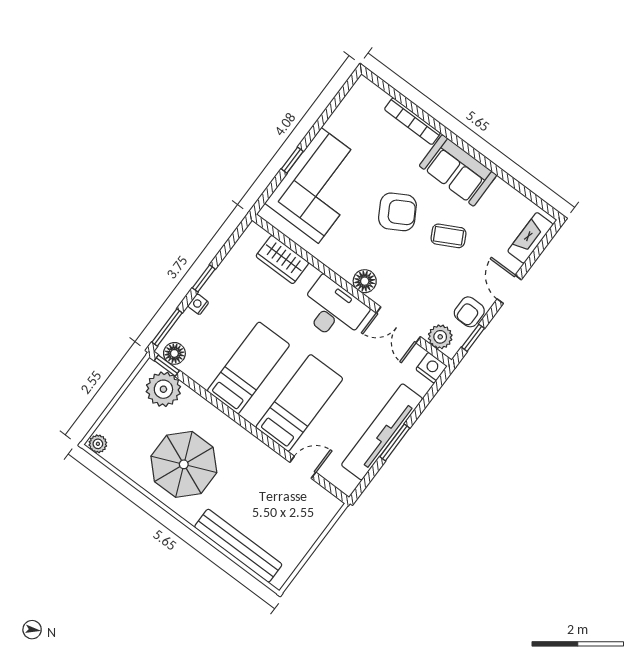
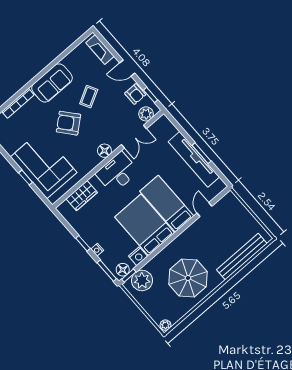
armchair: (397, 212) -> (68, 123), turned -100
bed: (248, 368) -> (145, 225), width x1.50
nightstand: (431, 368) -> (138, 256), moved, turned 180

